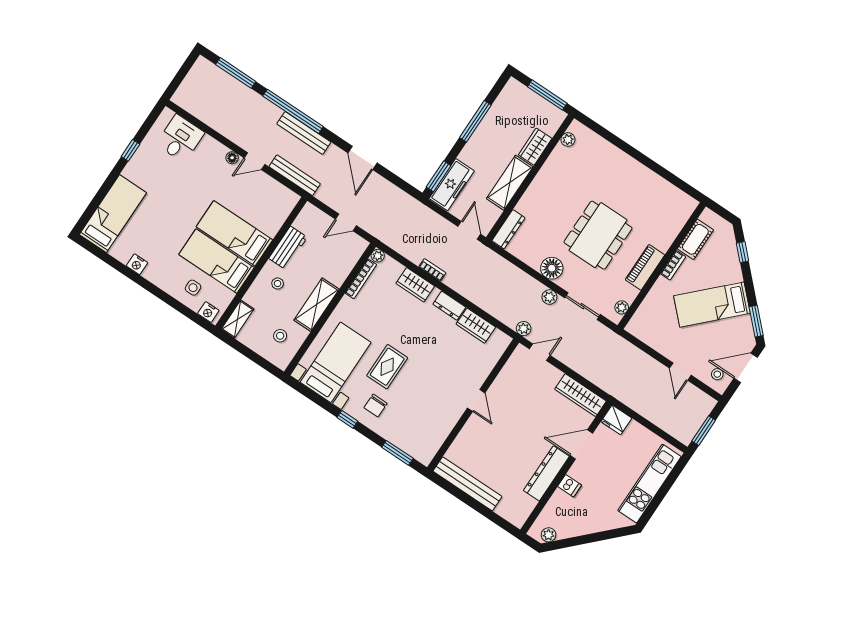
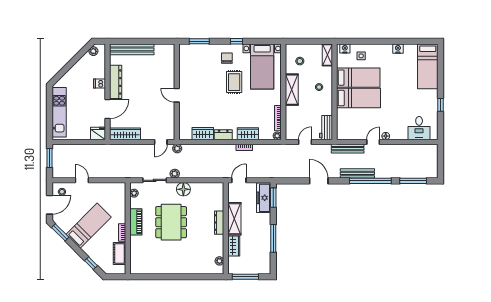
dresser: (508, 229) -> (219, 223), moved
door: (469, 230) -> (239, 180), swing flipped
workbench: (288, 248) -> (326, 128), moved
bench: (467, 484) -> (132, 49), moved

